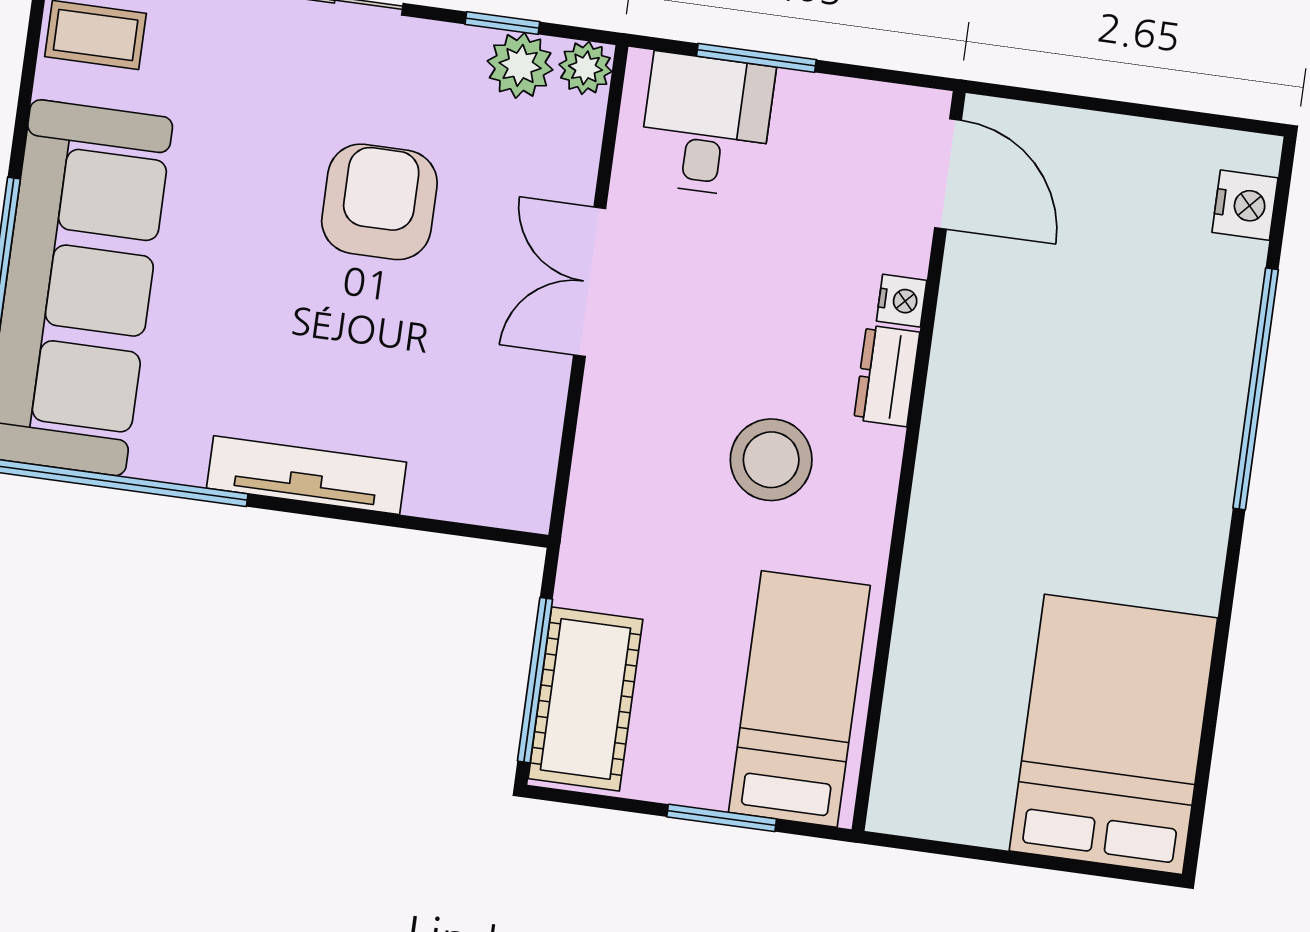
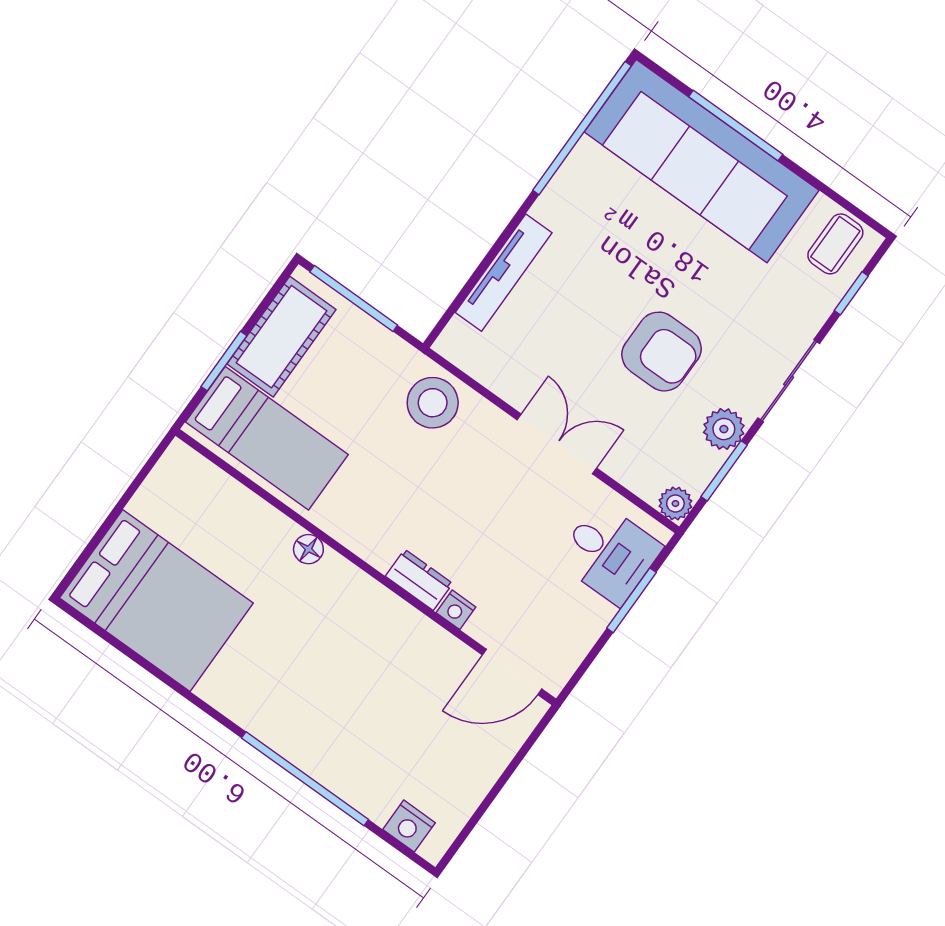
window: (502, 23) -> (724, 471), width x1.50
plant: (520, 65) -> (724, 429), moved
stool: (771, 460) -> (433, 403), moved
tv unit: (307, 475) -> (504, 273), moved
floor lamp: (926, 556) -> (308, 549), added
cot: (586, 699) -> (282, 337), moved, turned 90

